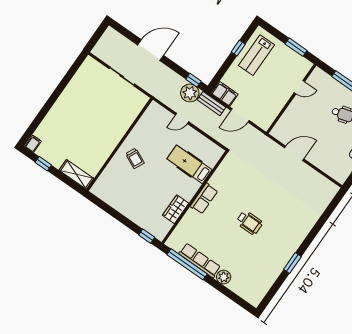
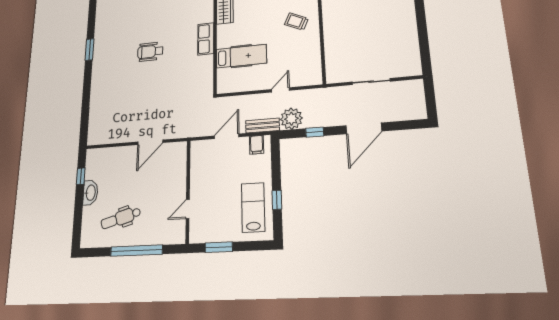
window: (193, 80) -> (315, 132), moved
filing cabinet: (225, 94) -> (257, 145), width x0.50

